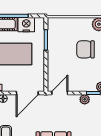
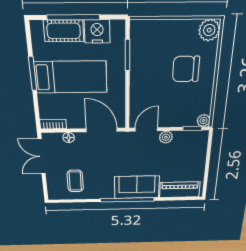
door: (27, 93) -> (102, 130), swing flipped
plant: (85, 99) -> (166, 137), moved

